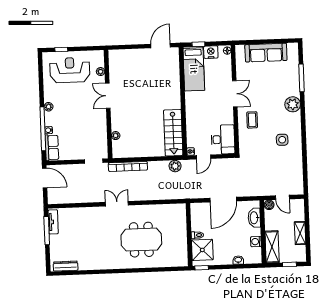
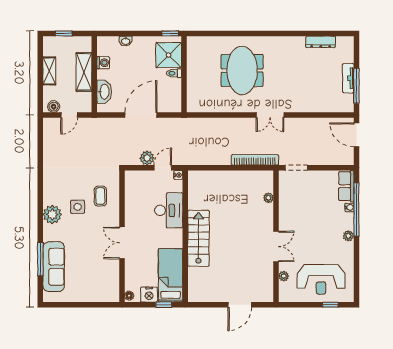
door: (161, 46) -> (240, 305), moved
sofa: (266, 53) -> (54, 267), moved, turned 90
plant: (293, 104) -> (52, 214), moved
coffee table: (252, 120) -> (100, 196), moved
stairs: (173, 133) -> (198, 238), moved
desk: (223, 139) -> (169, 210), moved, turned 180
side table: (282, 140) -> (78, 207), moved
plant: (175, 166) -> (147, 158), moved
door: (45, 178) -> (356, 135), moved
door: (282, 197) -> (69, 115), swing flipped
boiler: (269, 205) -> (54, 107), moved
tv unit: (53, 222) -> (348, 78), moved
meeting table: (141, 240) -> (242, 70), turned 90
shelving: (272, 247) -> (84, 72), moved
dresser: (66, 266) -> (321, 42), moved

